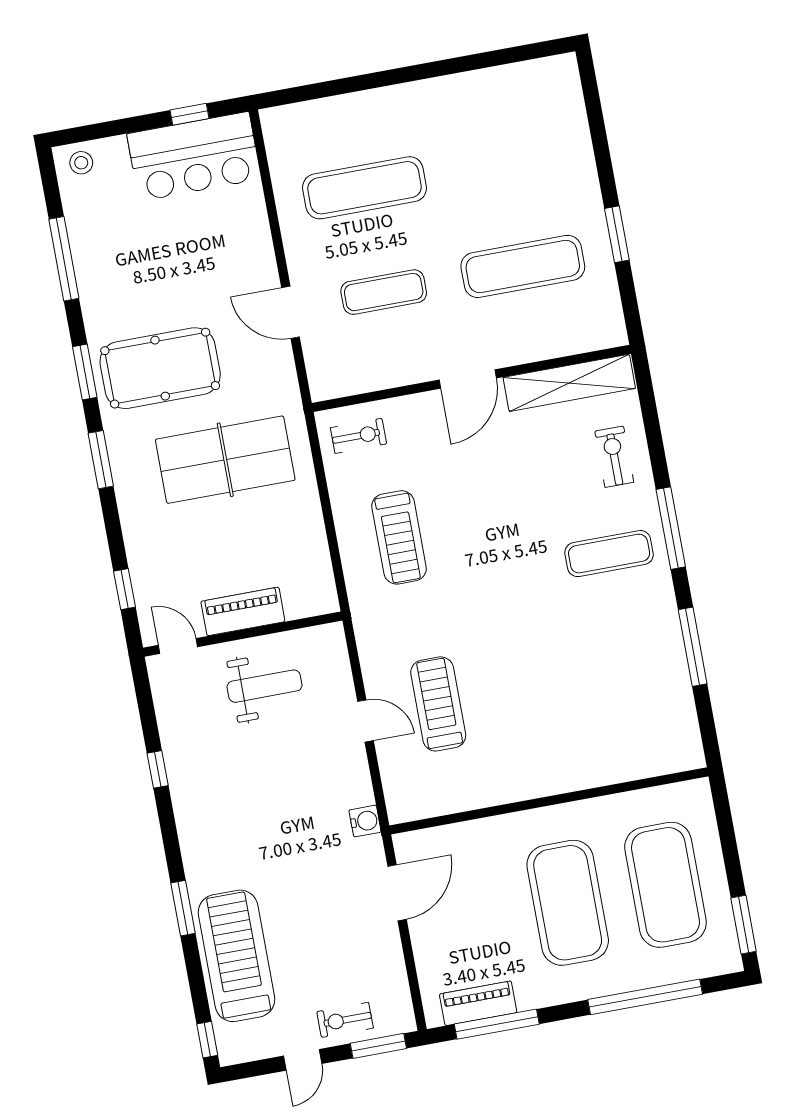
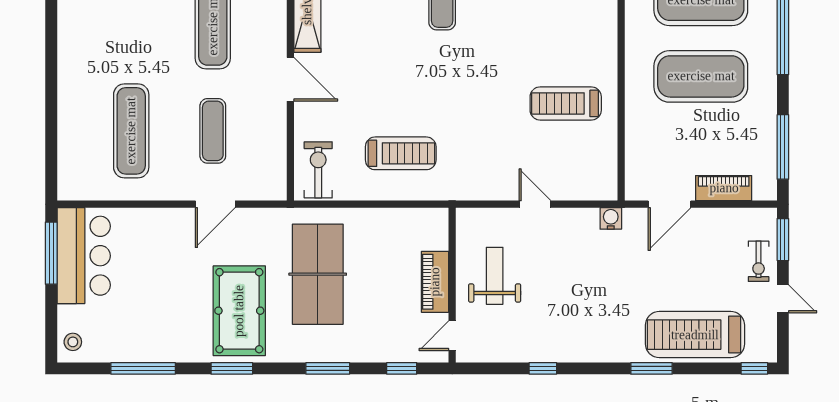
window: (190, 114) -> (51, 253), width x2.17
exercise bike: (358, 436) -> (318, 170), width x1.38, depth x1.39
window: (101, 460) -> (328, 368), moved
treadmill: (438, 704) -> (566, 103), moved
door: (365, 721) -> (535, 204), hinge flipped
door: (397, 893) -> (670, 204), swing flipped
piano: (478, 1003) -> (724, 188), moved, turned 90

